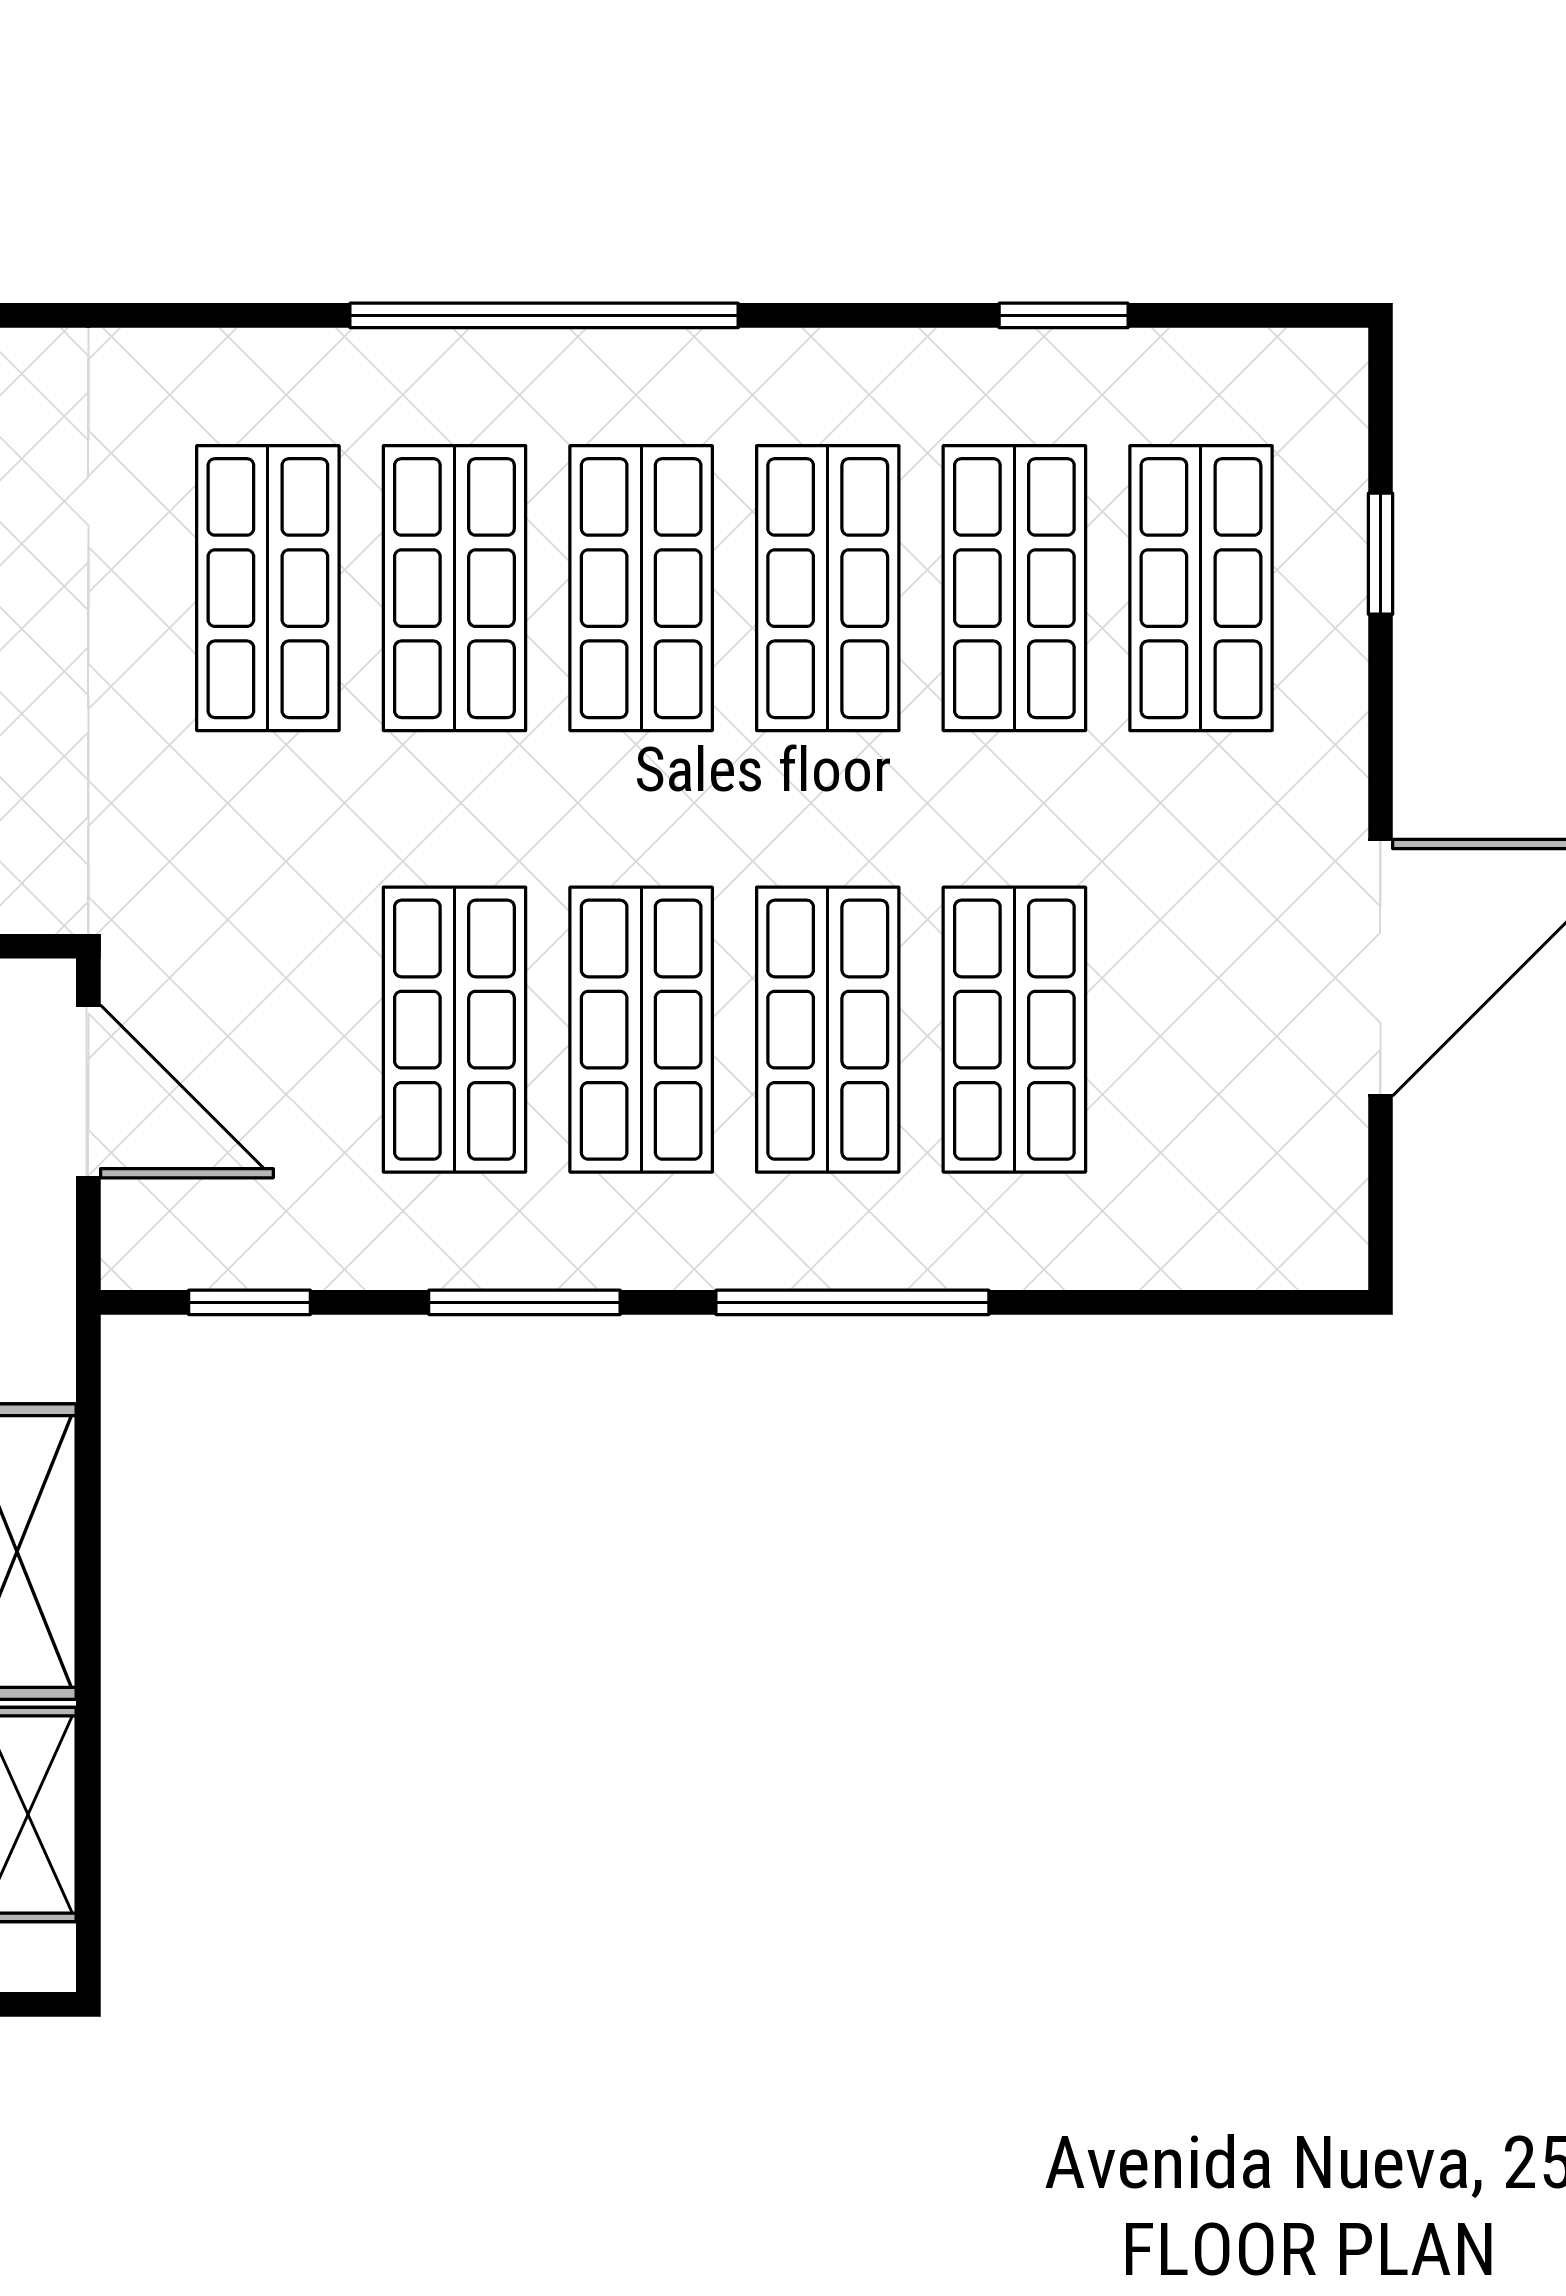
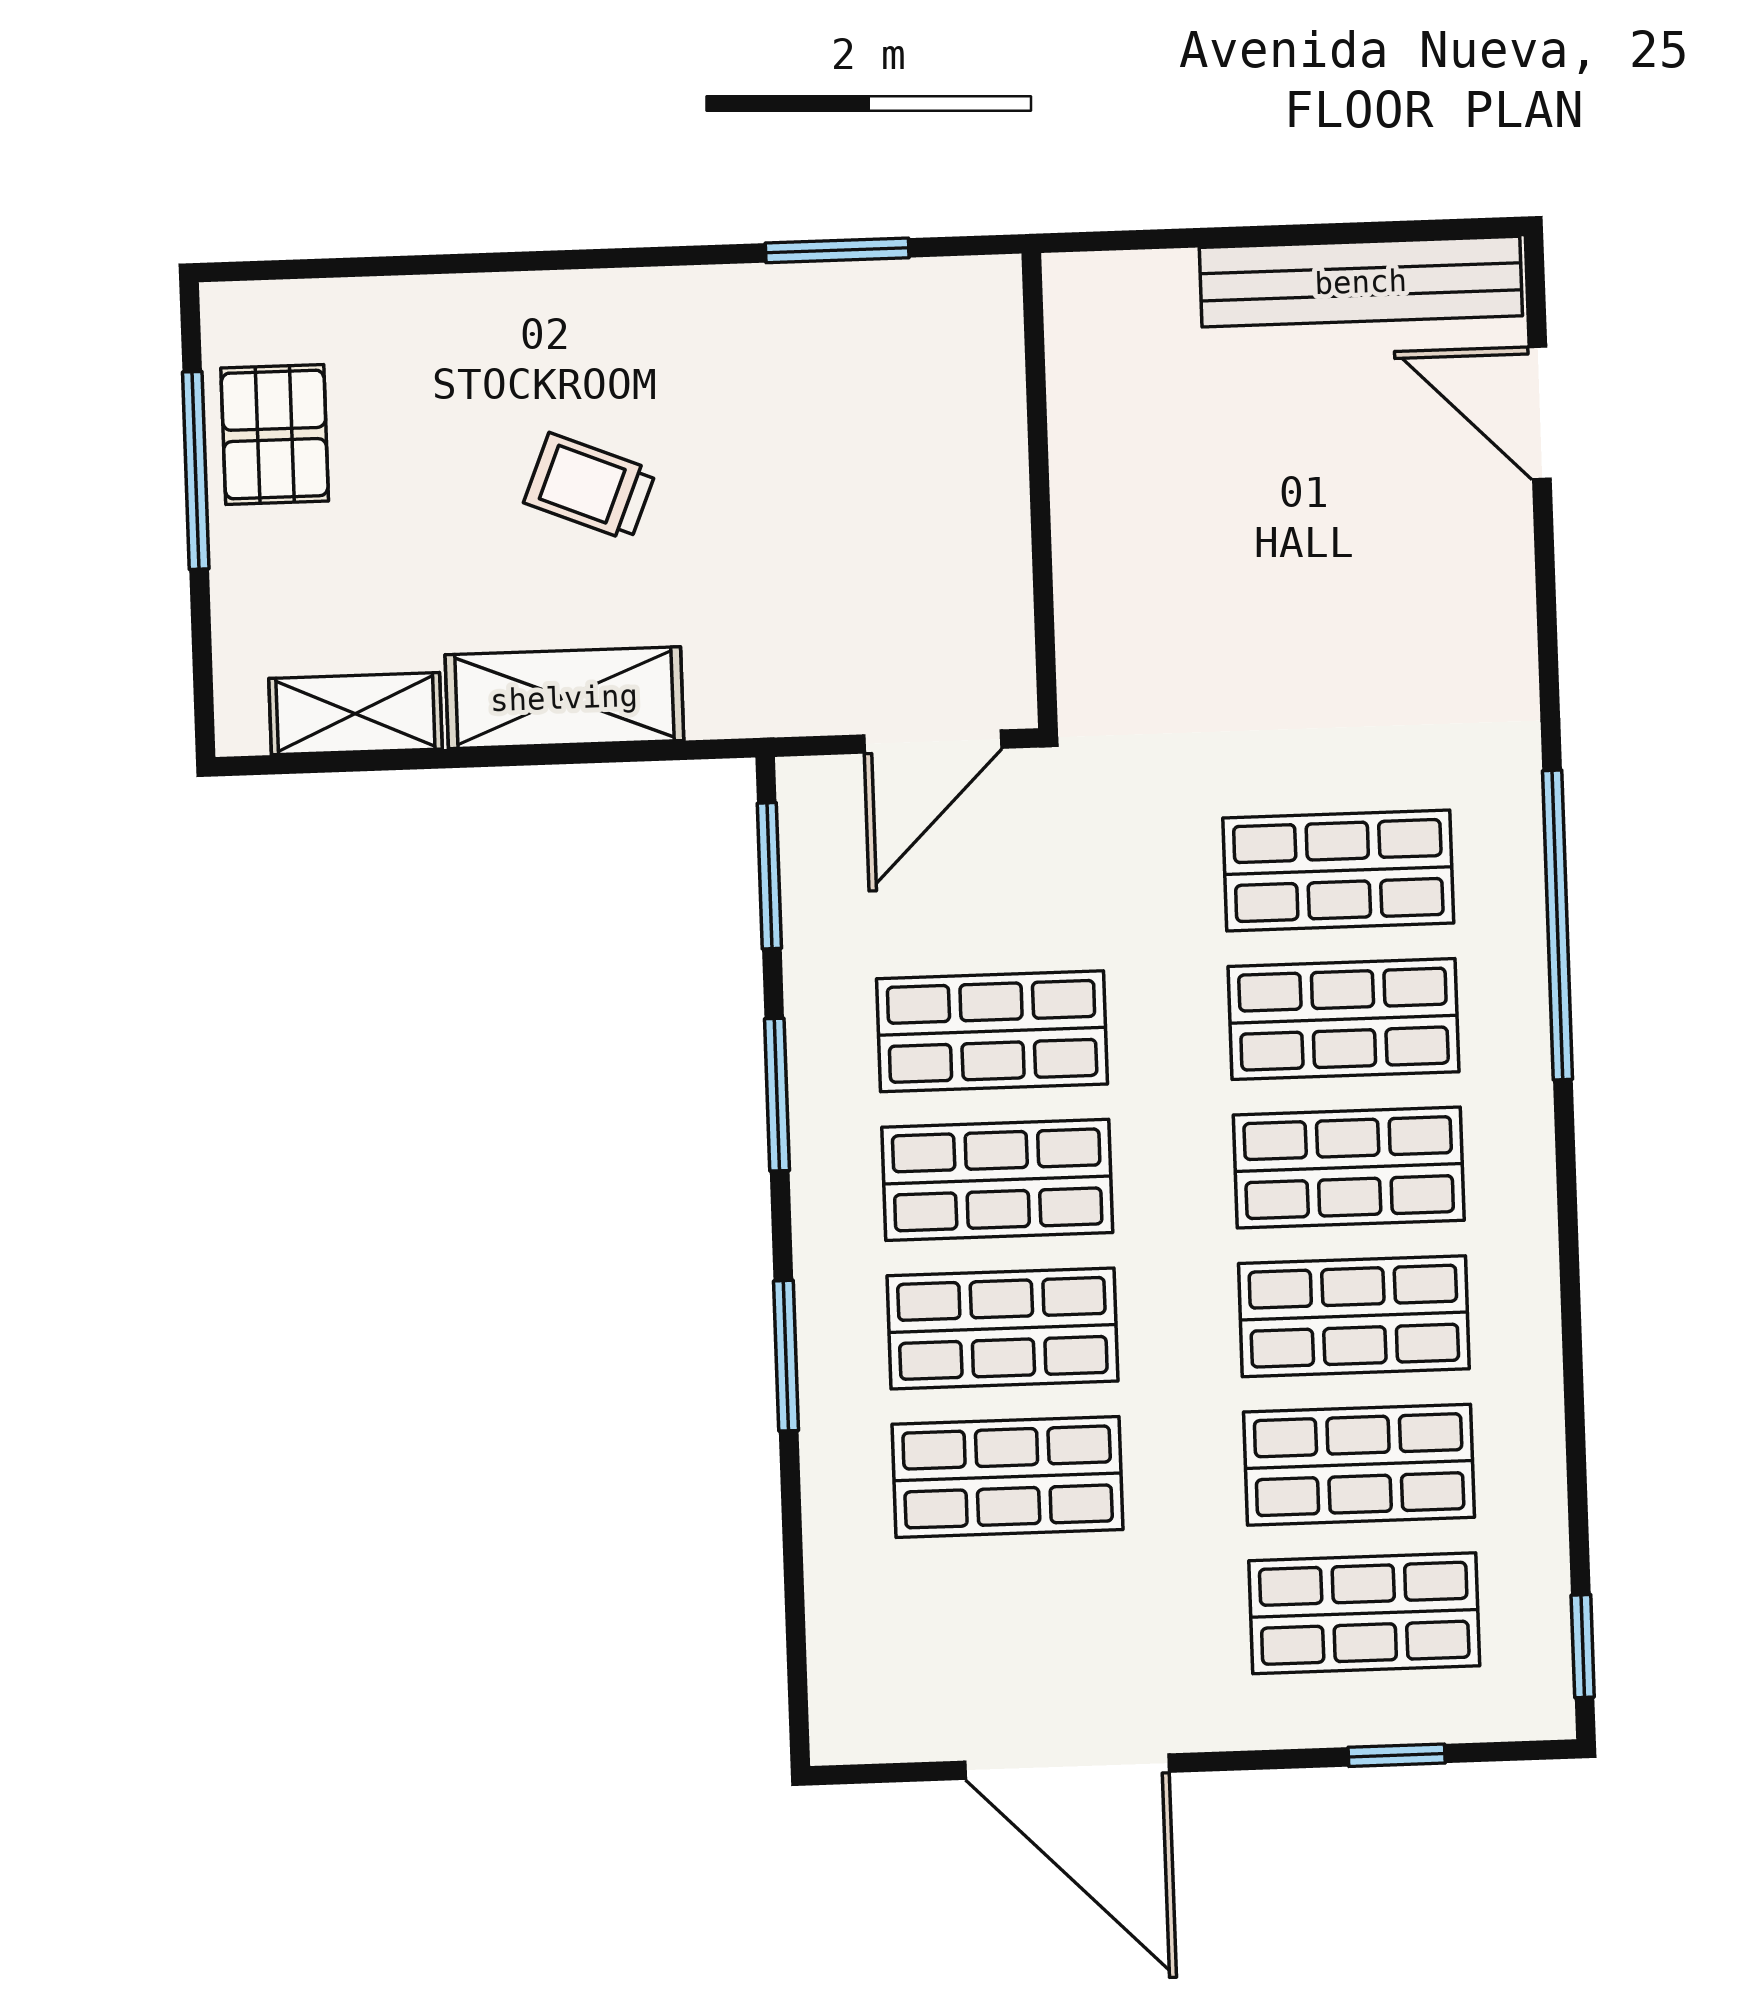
window: (544, 315) -> (1558, 925), moved
window: (1064, 315) -> (1583, 1646), moved
window: (250, 1302) -> (769, 876), width x1.50
window: (852, 1302) -> (786, 1356), width x0.69

